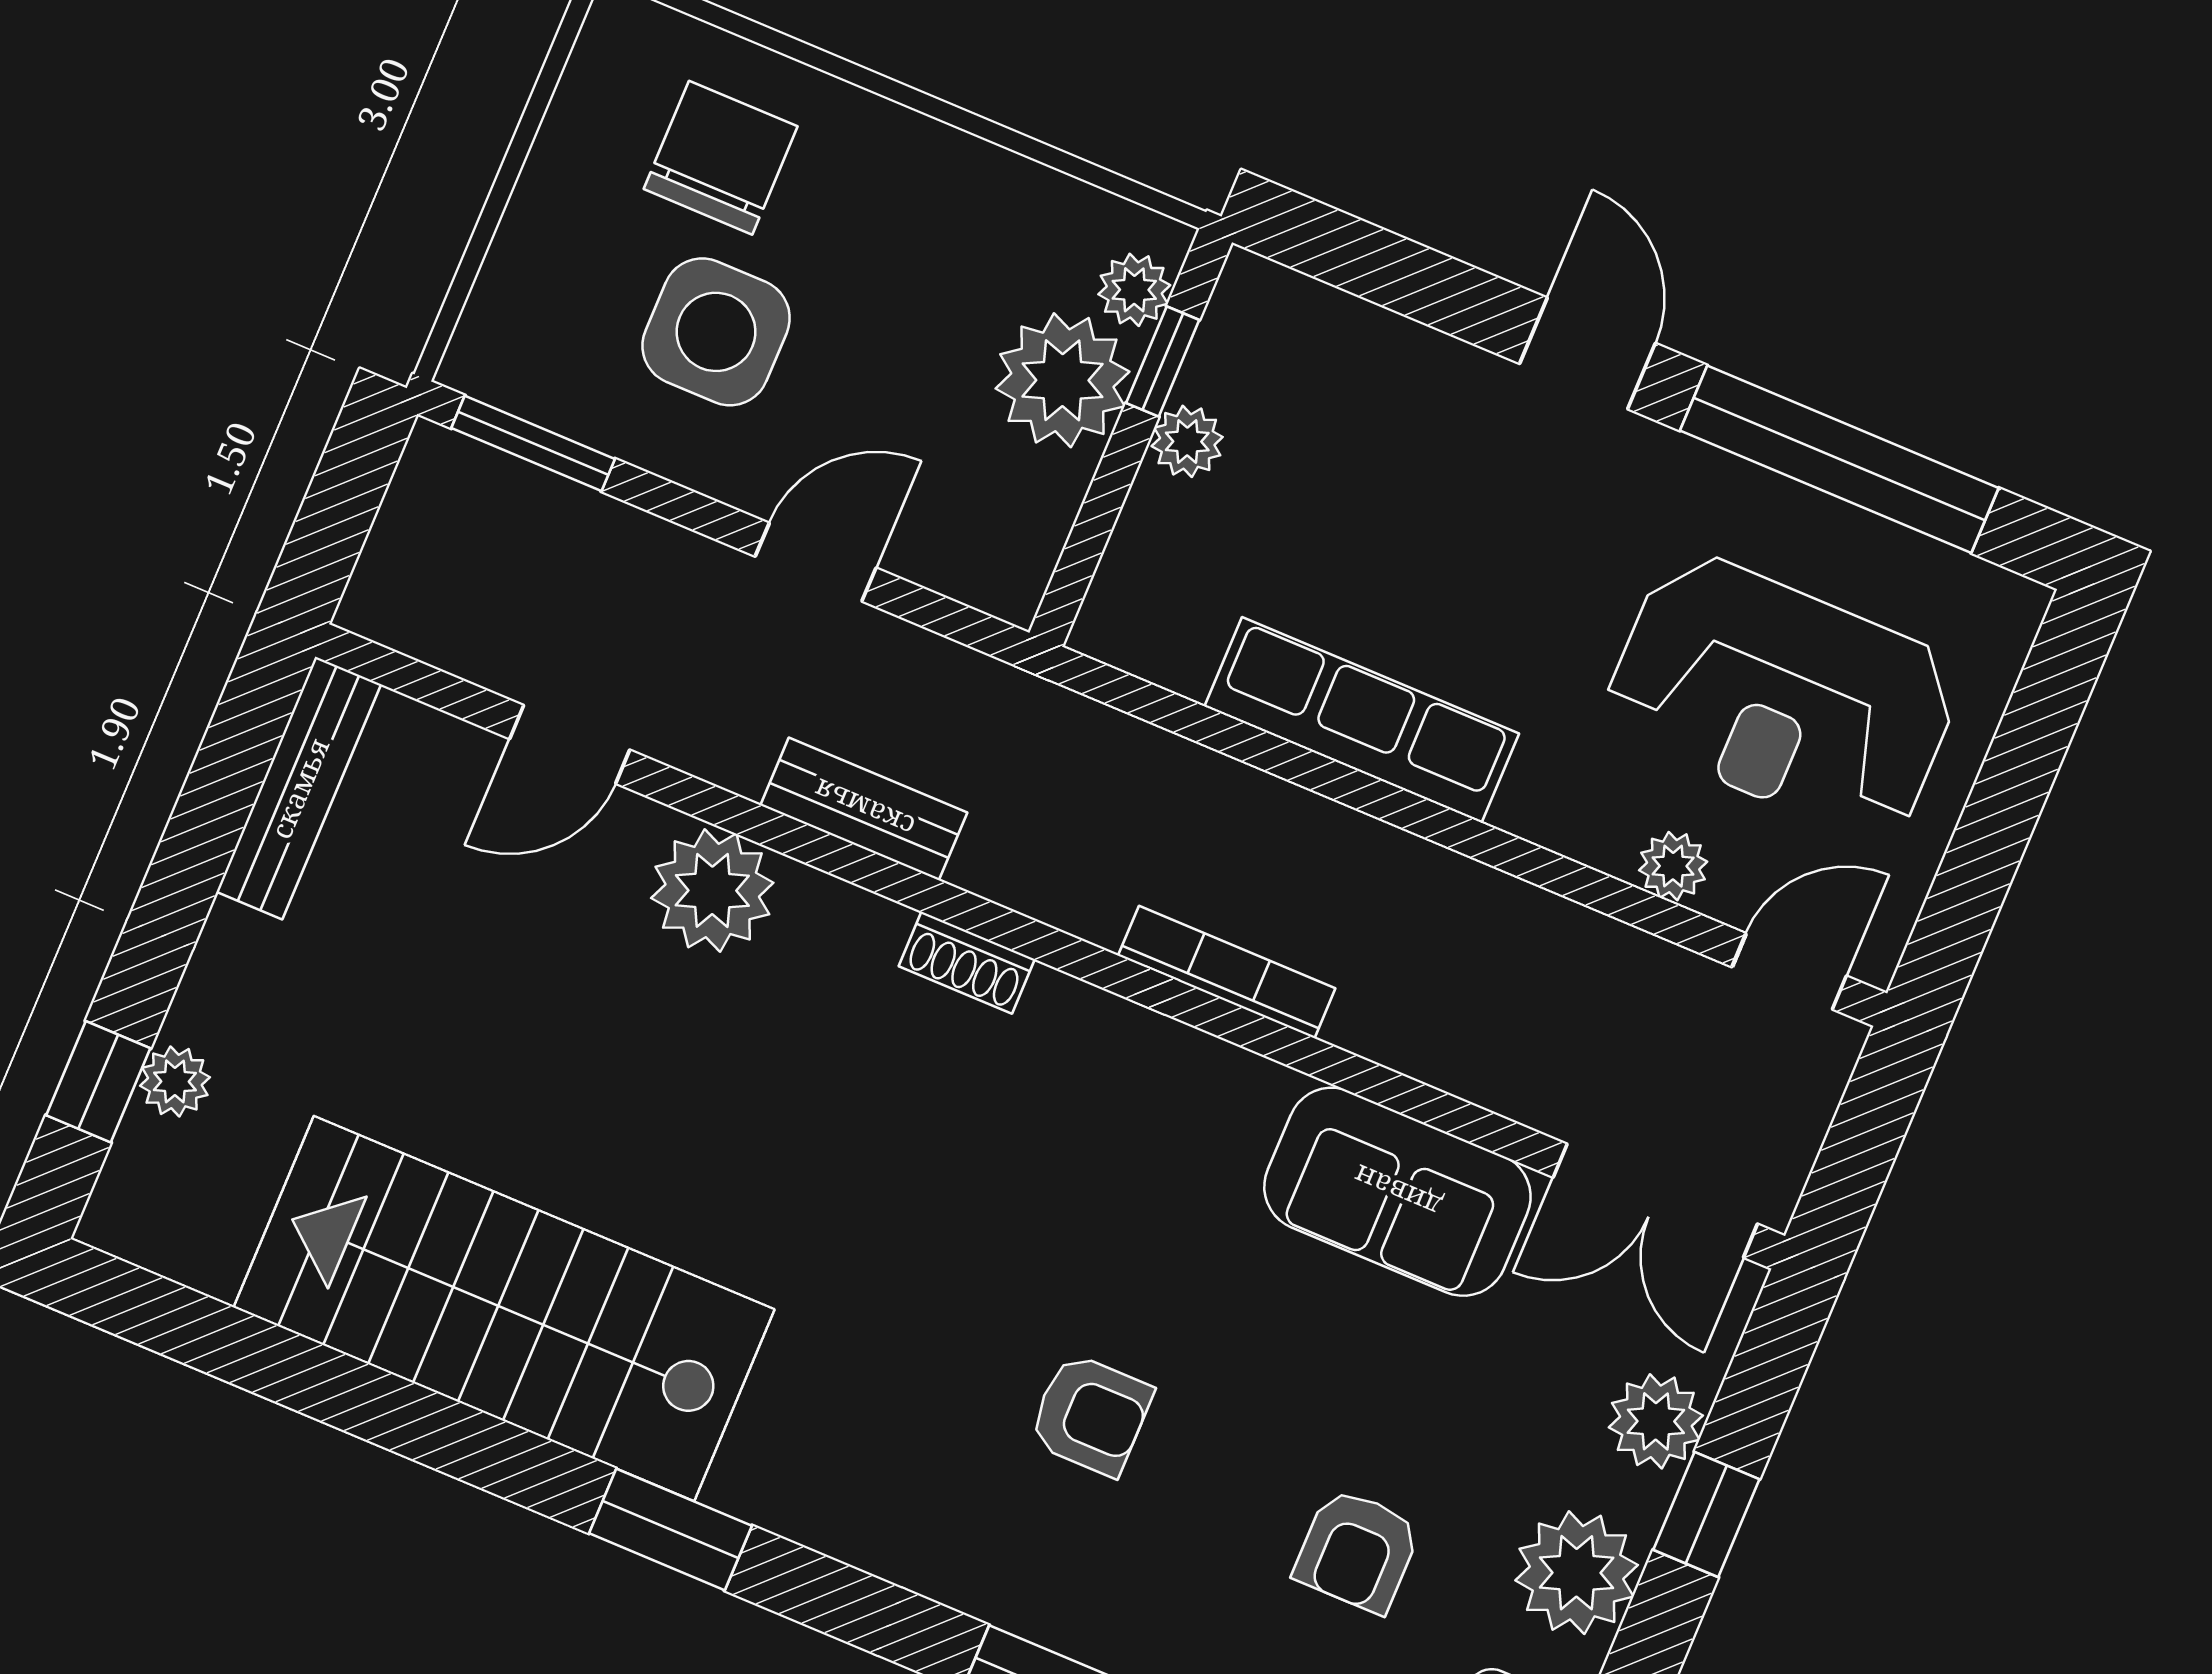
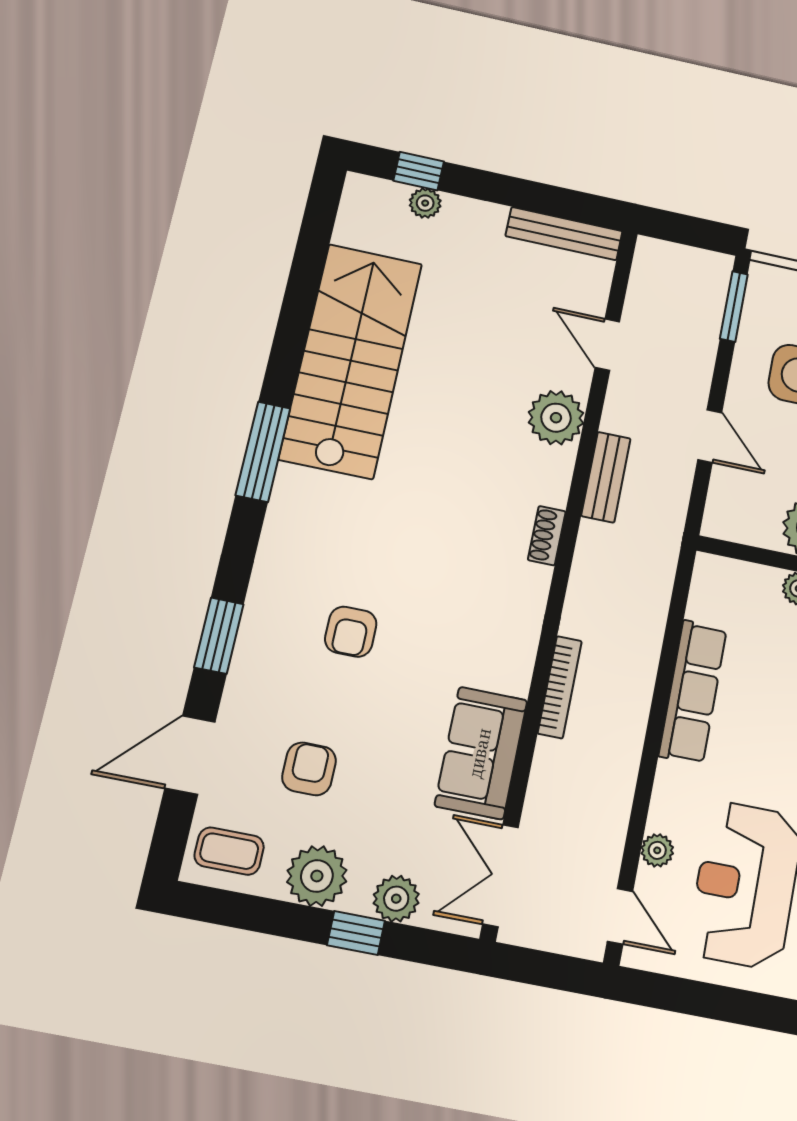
bookcase: (1227, 972) -> (560, 687), moved
window: (671, 1529) -> (263, 452), width x1.44
armchair: (1357, 1550) -> (309, 769), turned 90

